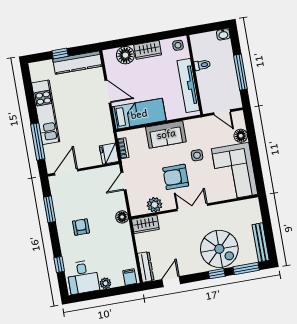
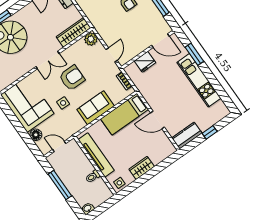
floor lamp: (125, 55) -> (157, 155), removed
kitchen counter: (77, 63) -> (187, 136), width x0.67
window: (38, 142) -> (194, 54), width x0.69
fridge: (109, 154) -> (145, 62), moved, turned 90
door: (66, 172) -> (160, 41), hinge flipped
plant: (155, 205) -> (91, 39), moved
floor lamp: (122, 217) -> (99, 26), removed
wardrobe: (145, 224) -> (74, 32), width x1.50

